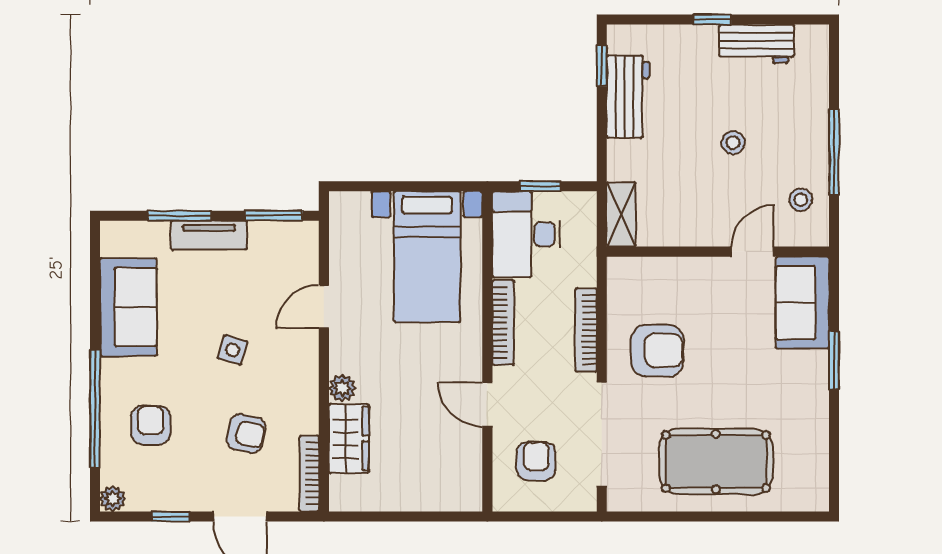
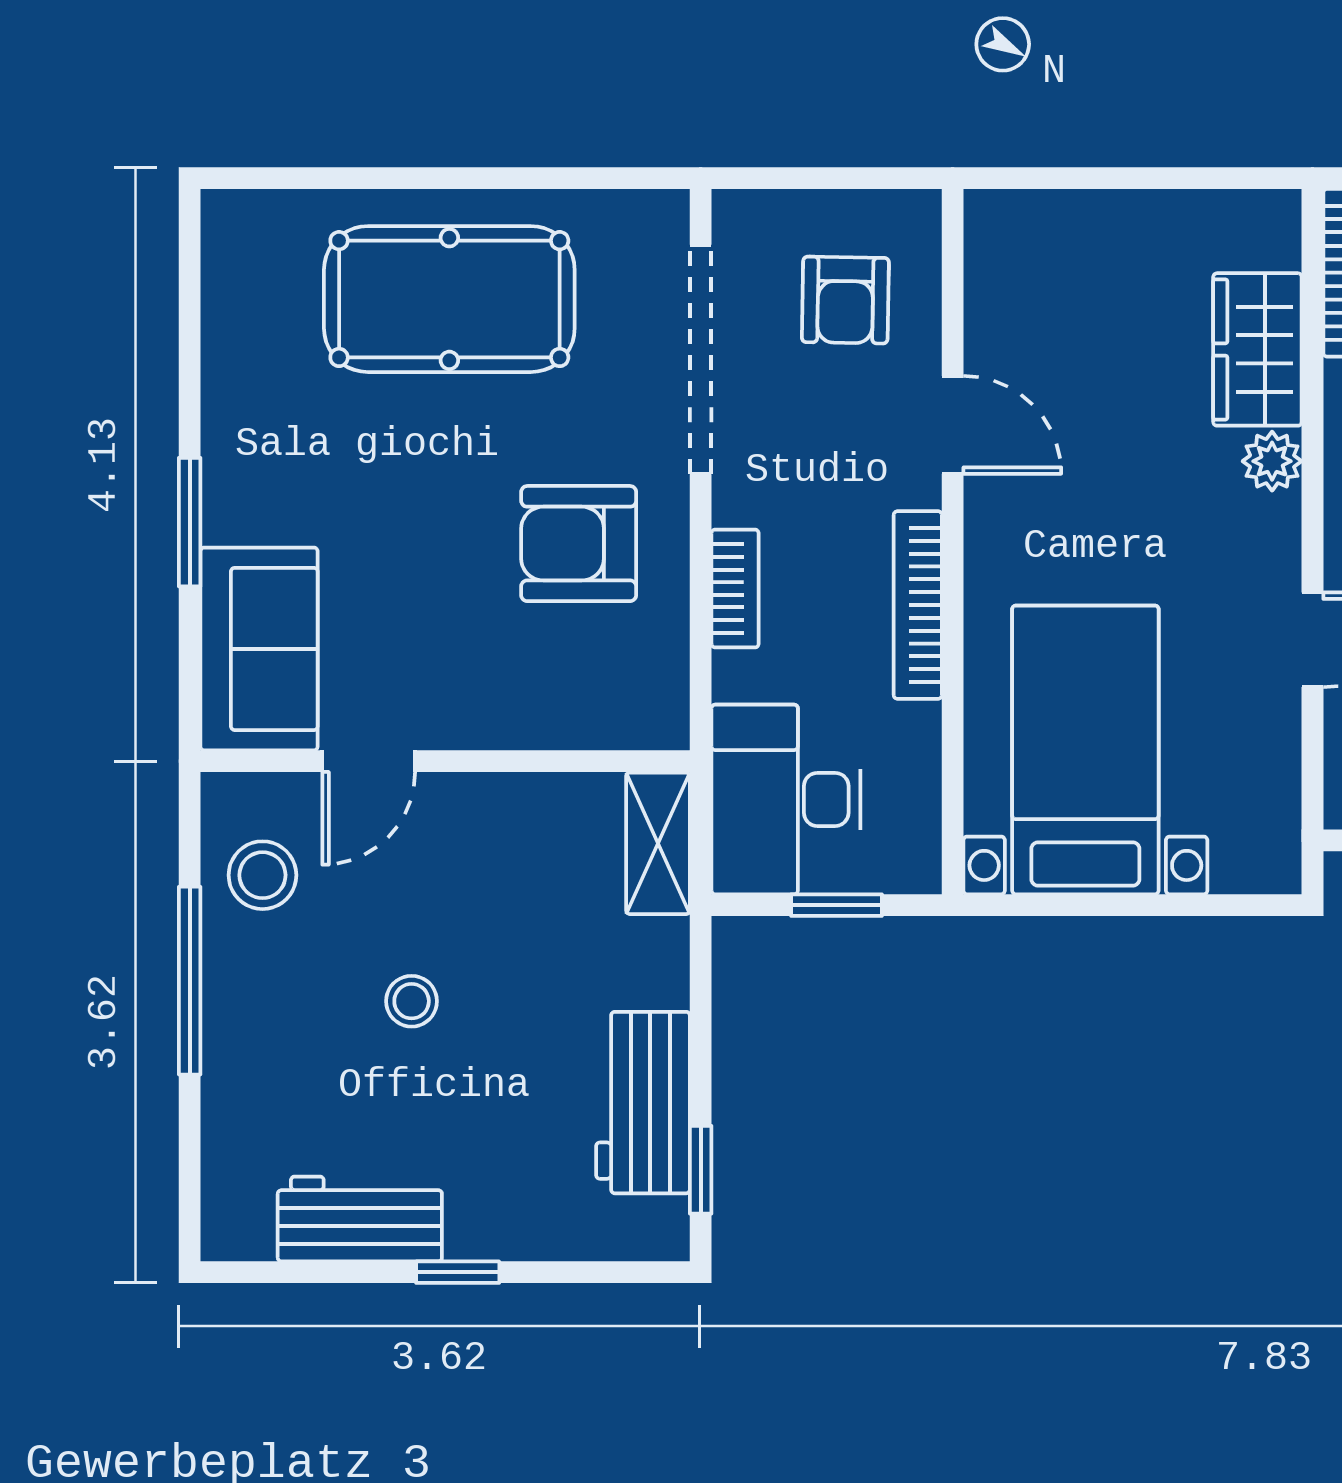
stool: (801, 200) -> (262, 875), width x1.37, depth x1.37
desk: (526, 234) -> (786, 799), moved, turned 180
bookcase: (586, 330) -> (735, 589), width x0.64

